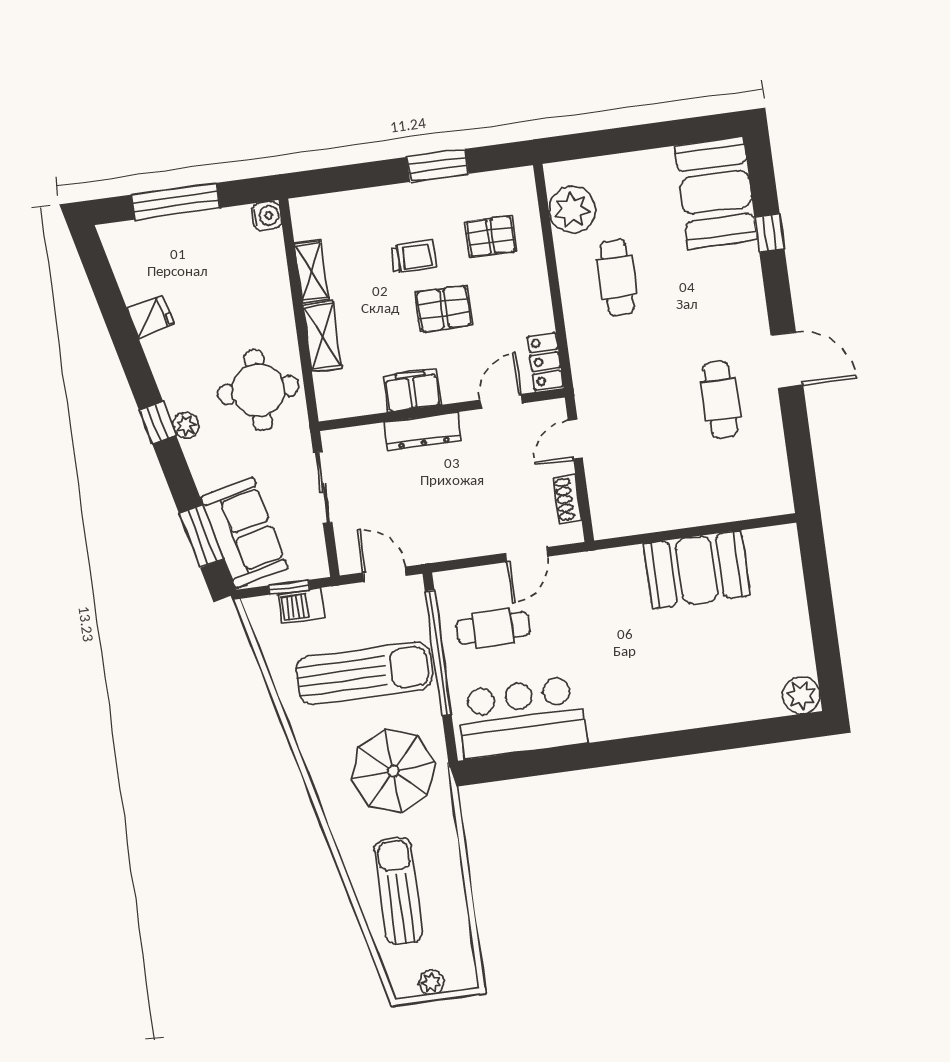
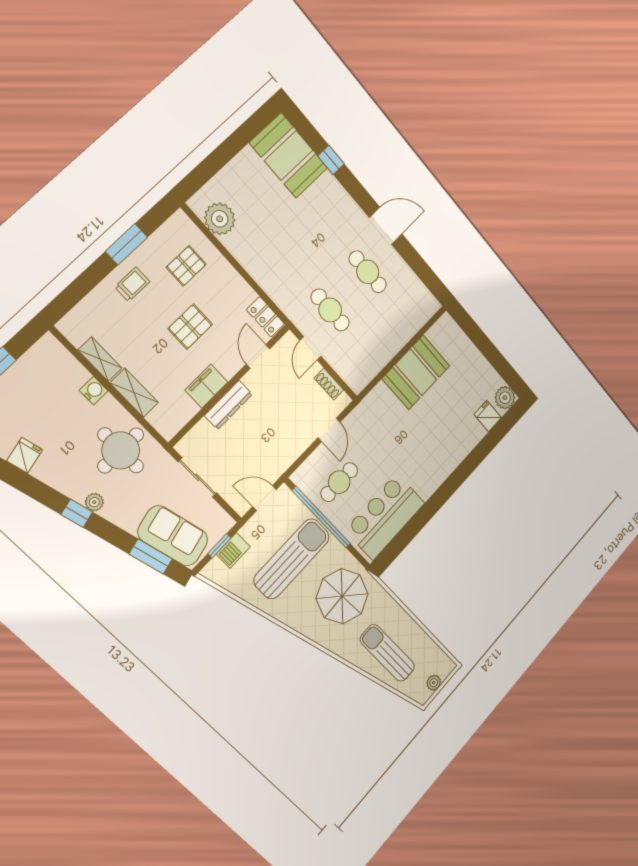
water cooler: (267, 216) -> (94, 391), moved
trolley: (414, 257) -> (132, 284), moved
cafe table: (617, 277) -> (330, 310), moved
fridge: (759, 700) -> (488, 416), added

